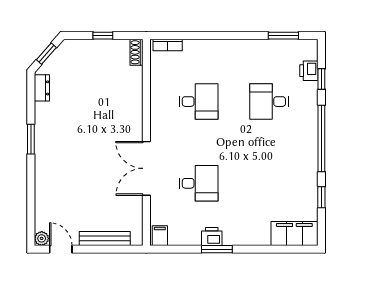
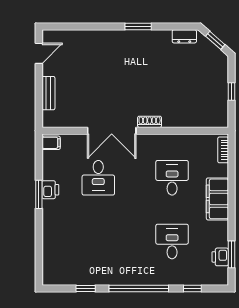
shoe rack: (137, 52) -> (150, 122), moved
printer: (309, 71) -> (220, 257), moved, turned -90
desk: (199, 102) -> (172, 178), turned 180
double door: (146, 168) -> (112, 131), swing flipped
filing cabinet: (294, 233) -> (217, 199), moved, turned 180
plant: (42, 238) -> (48, 36), removed
bench: (105, 239) -> (48, 93), width x0.73

